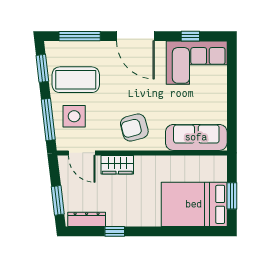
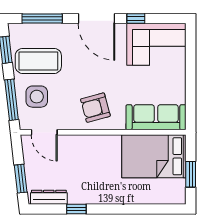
window: (190, 36) -> (136, 19), moved
wardrobe: (117, 165) -> (79, 144), removed
bed: (194, 204) -> (154, 156), moved

